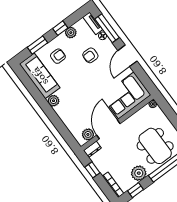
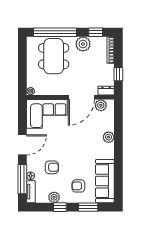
plant: (53, 101) -> (108, 137), moved

